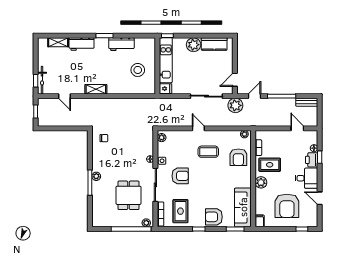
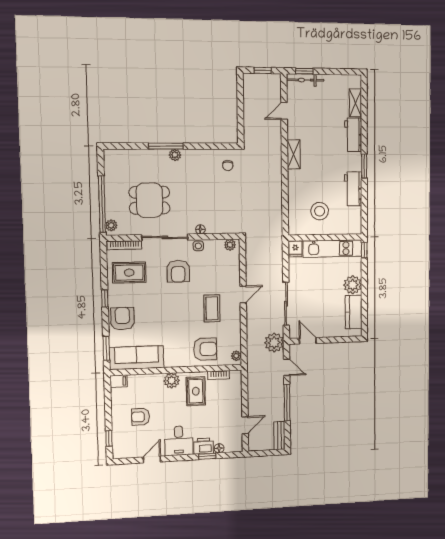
armchair: (238, 157) -> (205, 349), turned 180
armchair: (287, 206) -> (140, 417), width x0.53, depth x0.53

